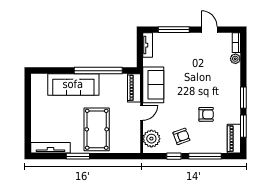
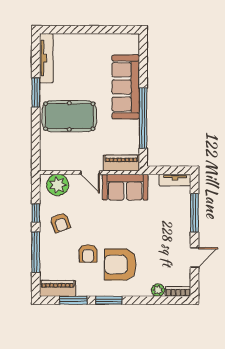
armchair: (215, 89) -> (120, 265), added

